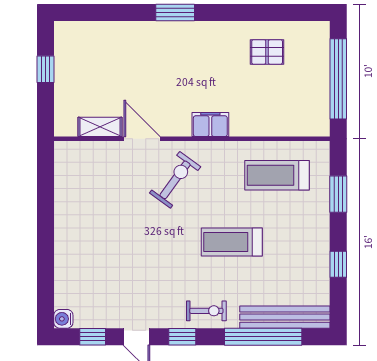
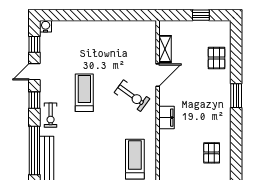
pallet: (115, 44) -> (217, 58), added
treadmill: (232, 242) -> (84, 93), moved

